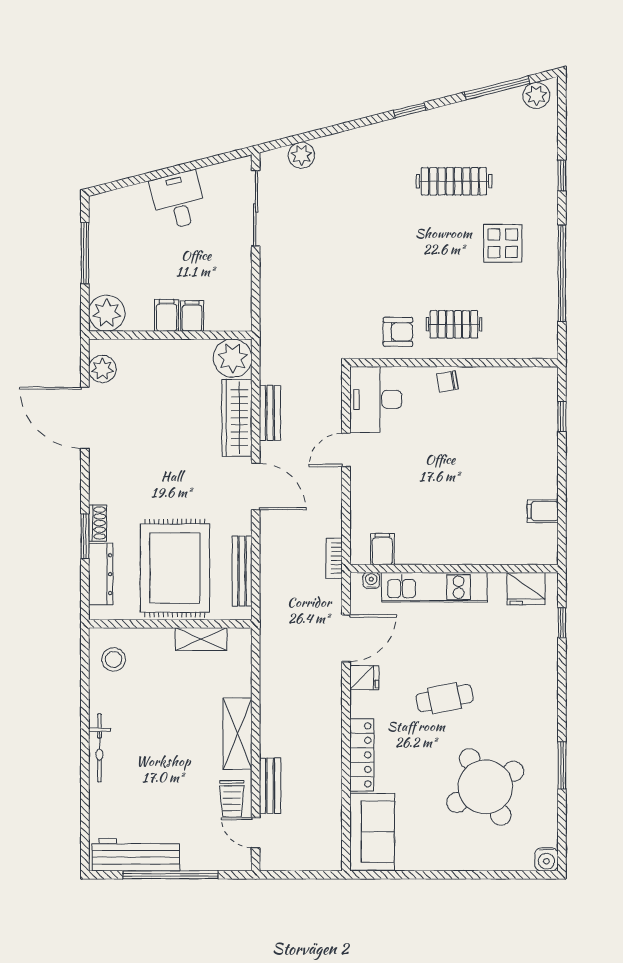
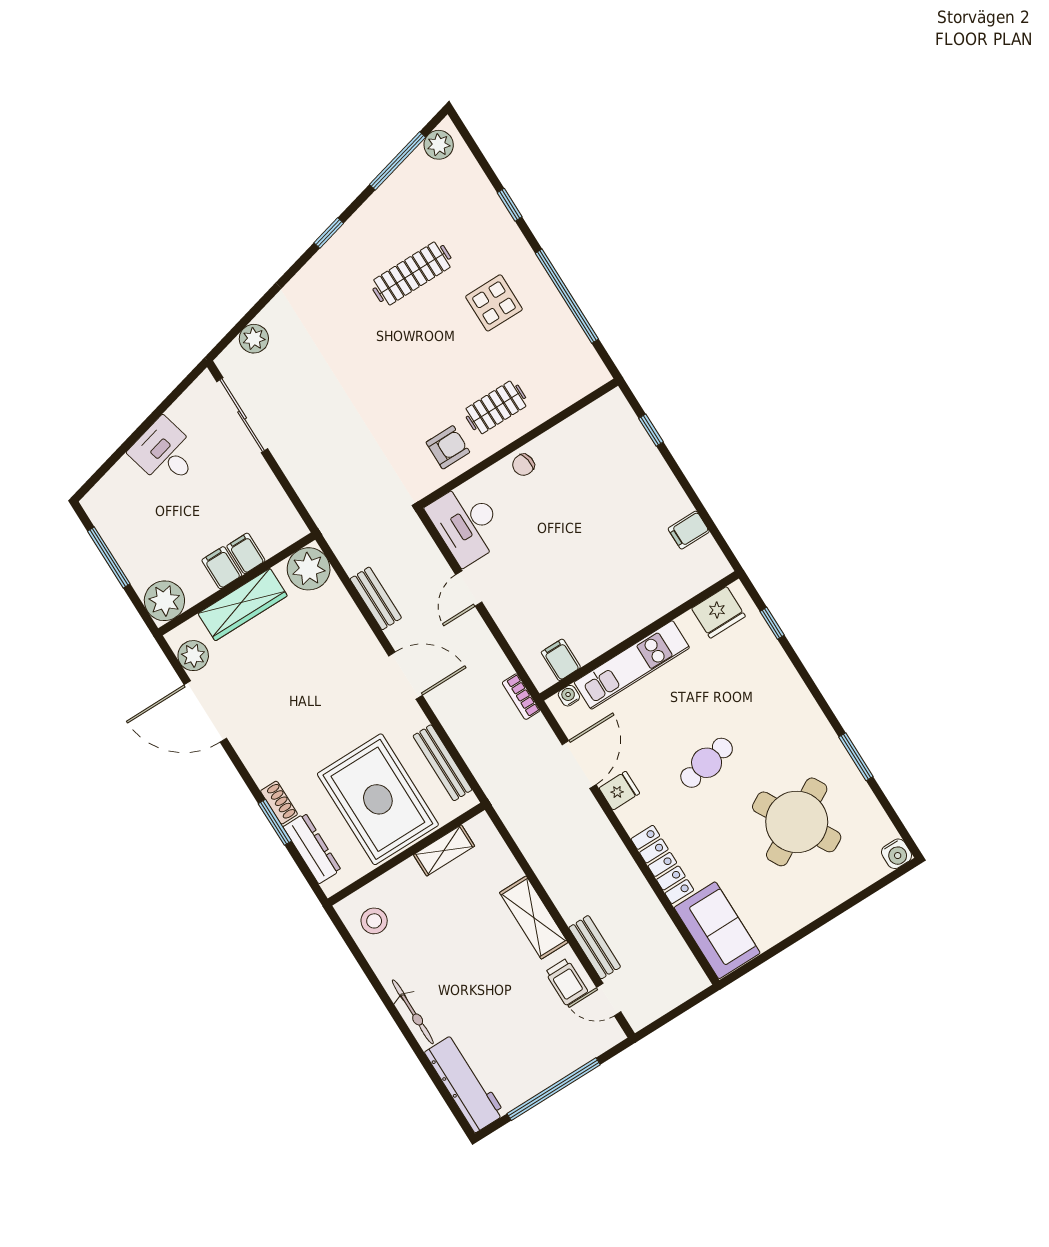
wardrobe: (237, 418) -> (243, 605), moved, turned -90
workbench: (136, 855) -> (465, 1083), moved, turned 90

